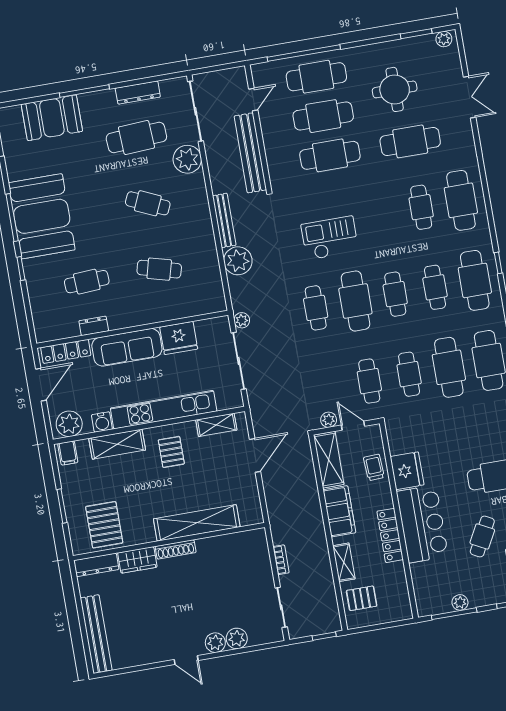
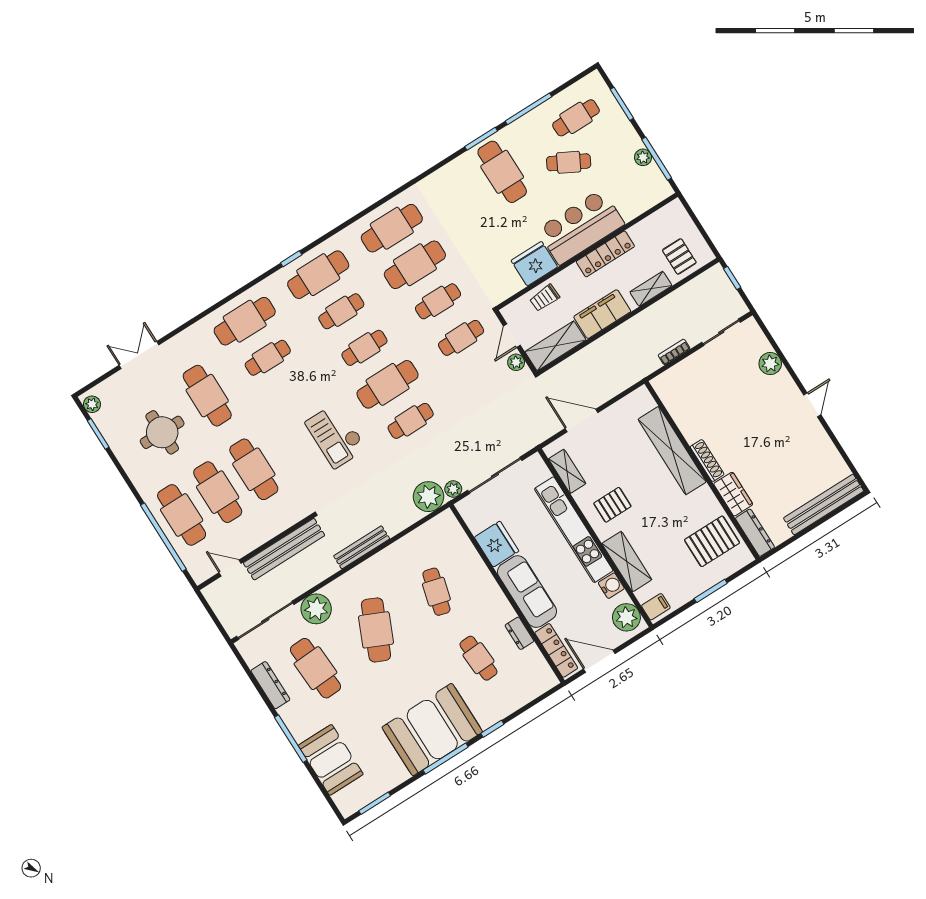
cafe table: (148, 203) -> (376, 630), width x1.37, depth x1.35
plant: (238, 261) -> (429, 497), moved
plant: (215, 643) -> (783, 383), removed

